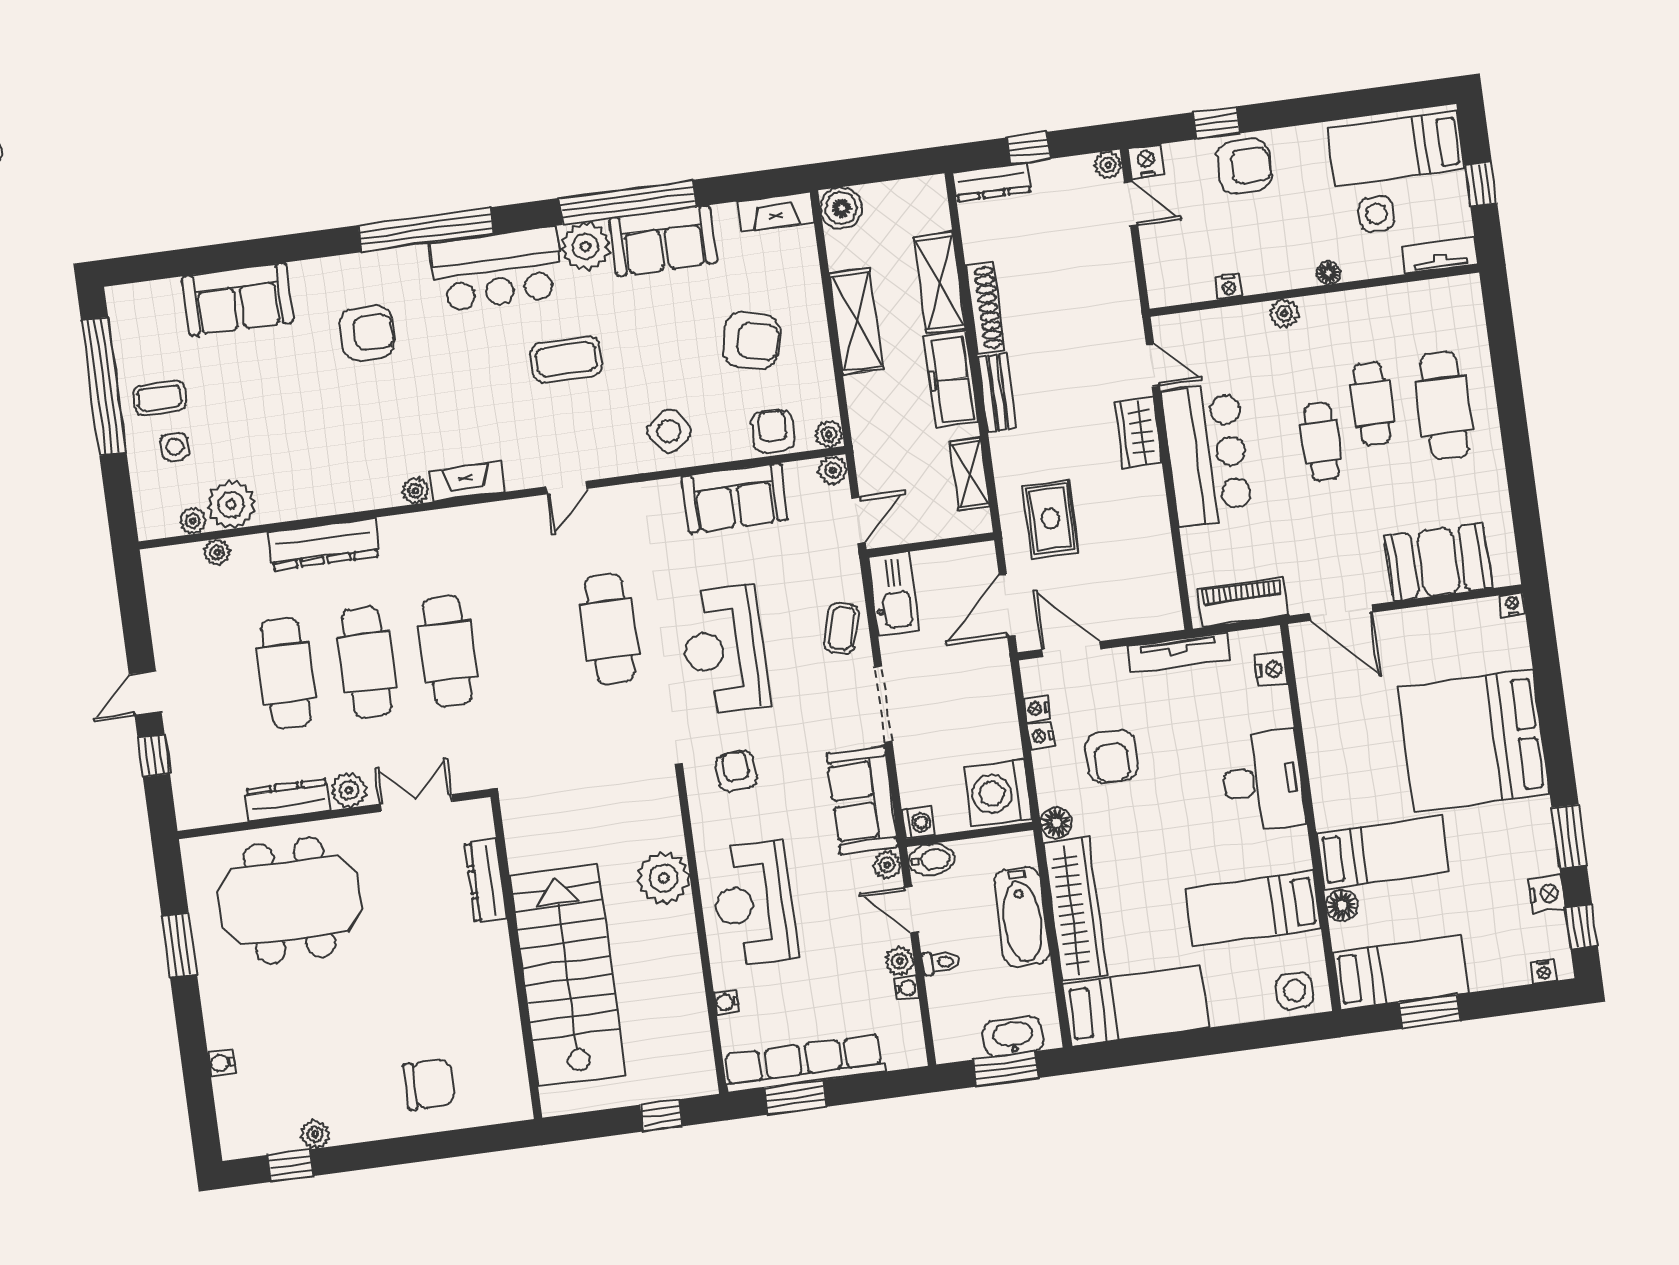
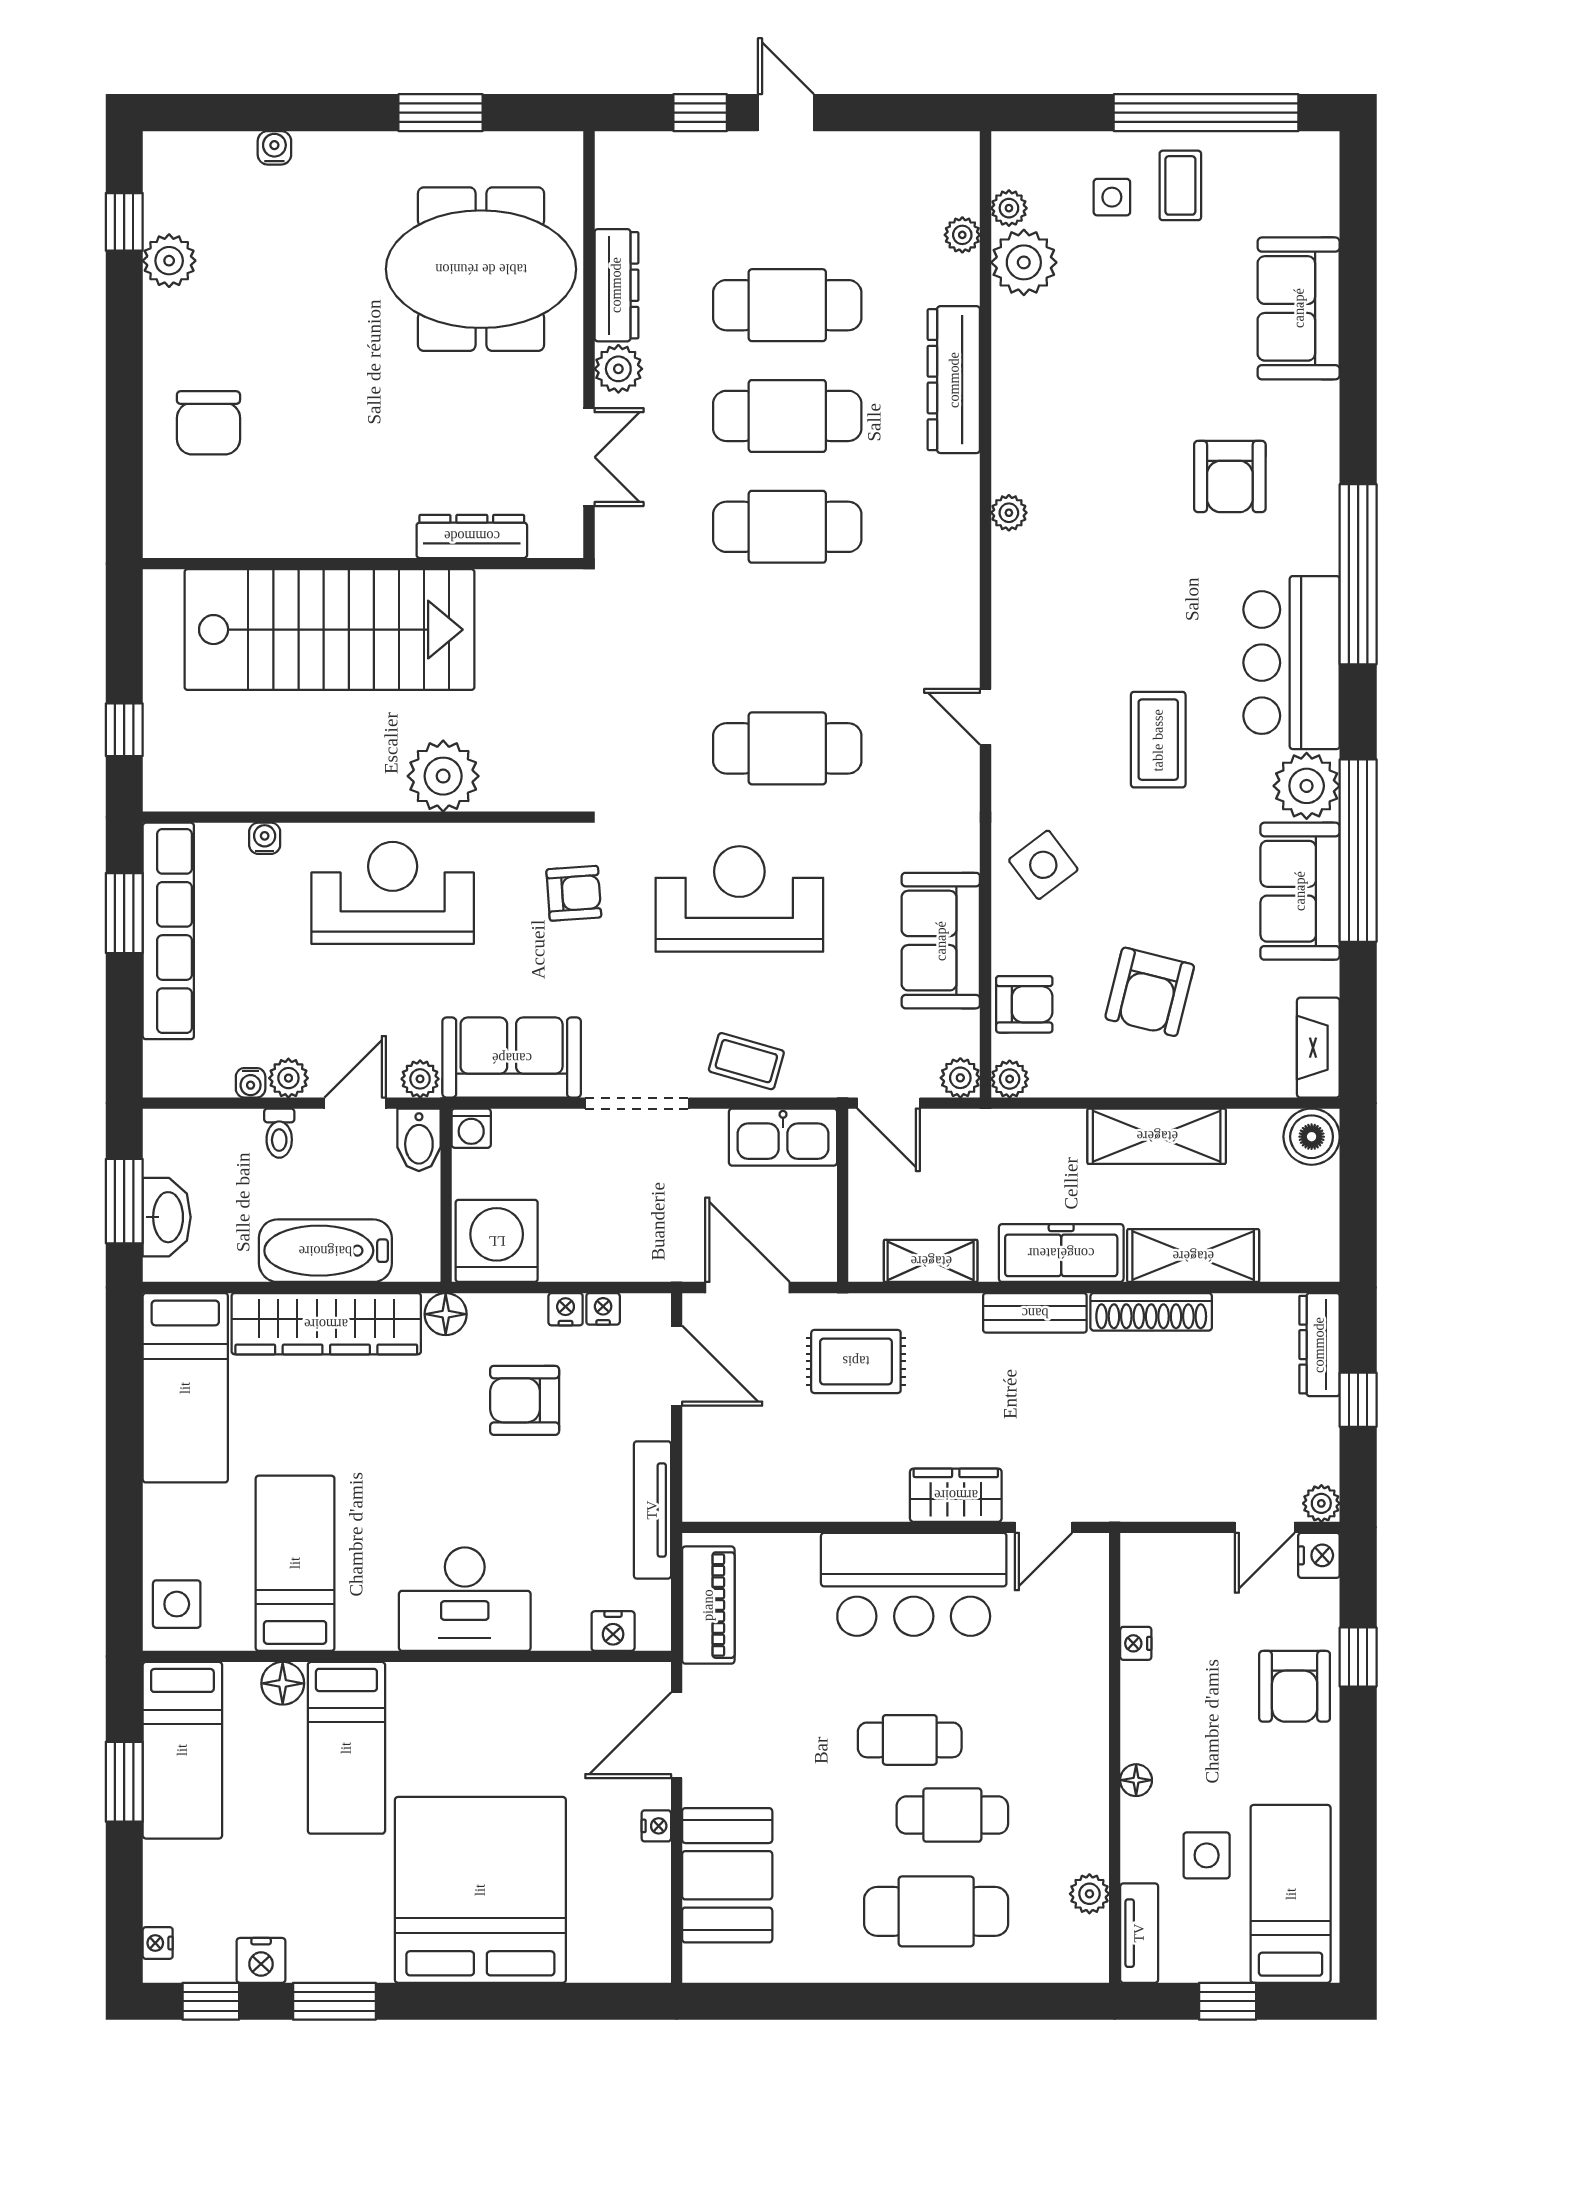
plant: (1284, 313) -> (1089, 1894), moved
fireplace: (467, 482) -> (1012, 583), removed
nightstand: (1512, 605) -> (656, 1826), moved
door: (1071, 649) -> (677, 1366), hinge flipped
meeting table: (290, 900) -> (481, 269), turned 90
plant: (315, 1134) -> (169, 261), width x1.38, depth x1.38

